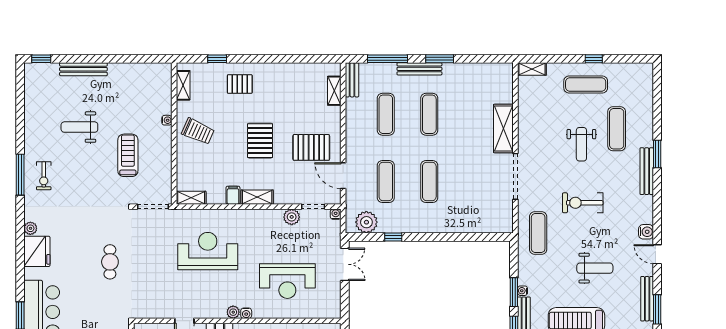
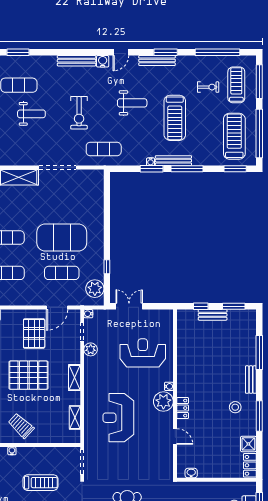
trolley: (198, 131) -> (21, 426), turned -71
pallet: (260, 141) -> (28, 375), width x1.37, depth x1.41
window: (657, 154) -> (18, 52), moved
treadmill: (128, 155) -> (40, 483), turned 180
bench: (647, 171) -> (77, 61), moved
exercise mat: (429, 182) -> (62, 237), width x2.00, depth x1.45
filing cabinet: (233, 195) -> (73, 397), removed
shelving: (191, 198) -> (75, 417), moved
weight bench: (595, 268) -> (132, 103), turned 90
reception desk: (287, 281) -> (143, 353), turned -90
plant: (233, 312) -> (163, 402), width x1.88, depth x1.88

